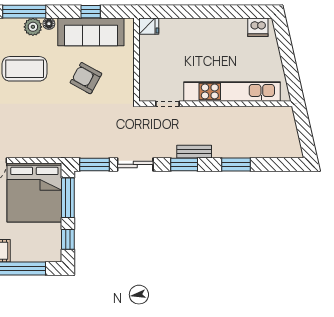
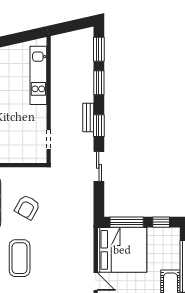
kitchen unit: (232, 91) -> (38, 75), width x0.73
window: (94, 164) -> (99, 49), moved

